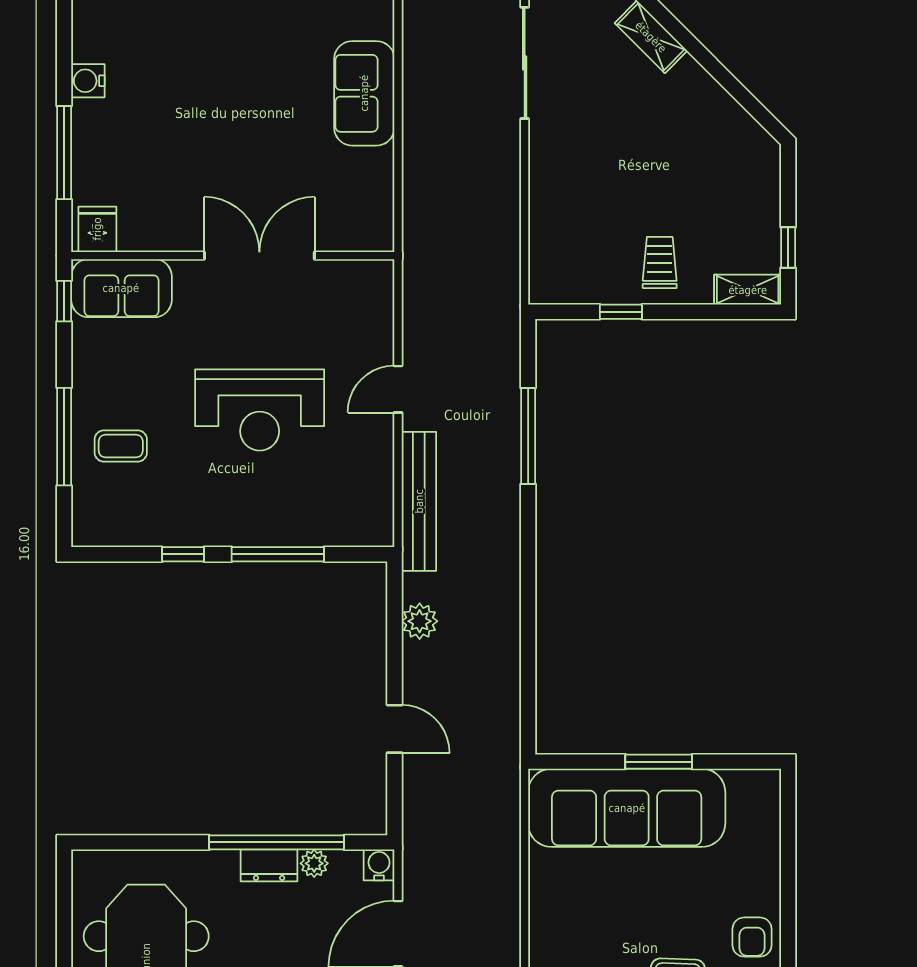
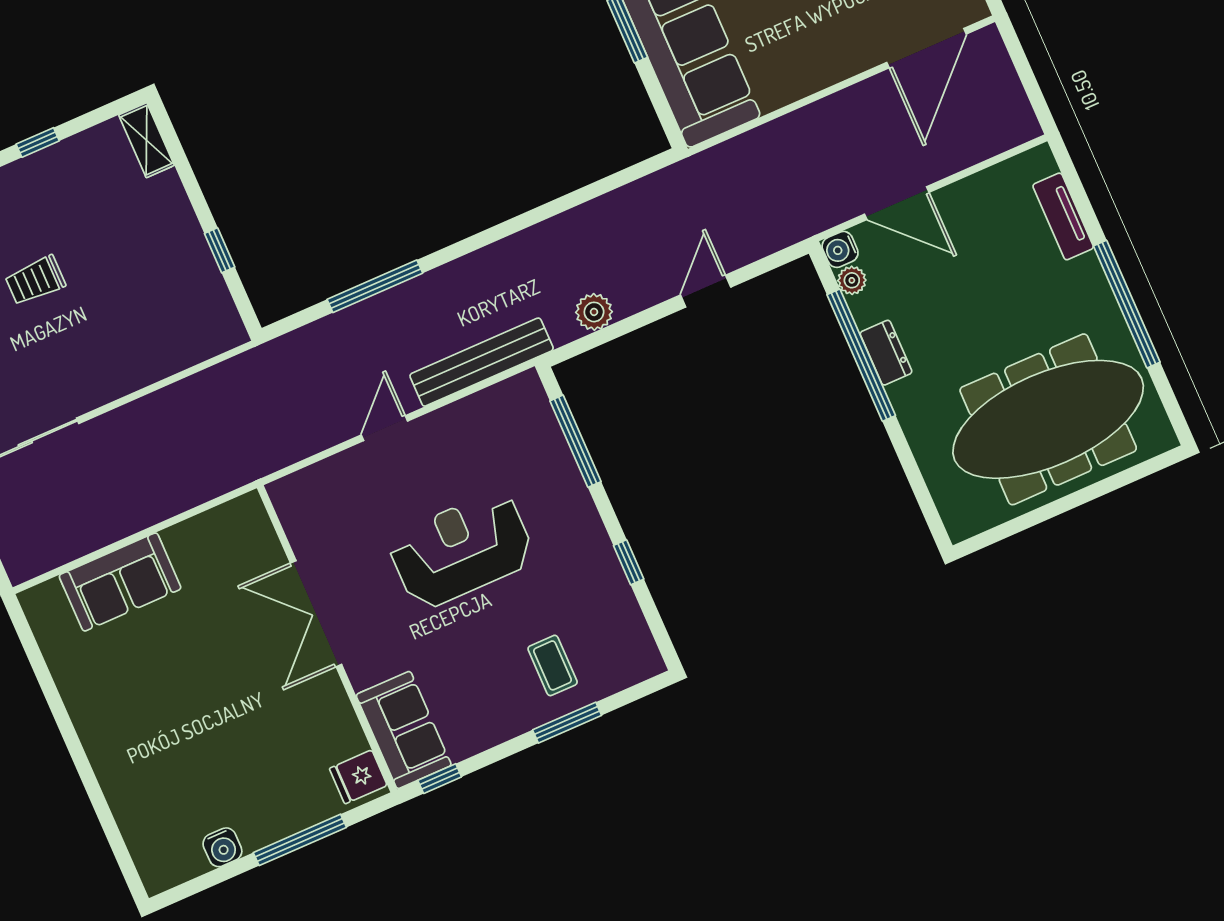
window: (788, 248) -> (38, 142), moved
trolley: (660, 262) -> (35, 280), moved
door: (398, 389) -> (384, 428), swing flipped
reception desk: (260, 410) -> (461, 550), turned -90
window: (64, 437) -> (567, 723), width x0.69
window: (278, 554) -> (576, 441), moved
plant: (314, 863) -> (852, 280), moved

